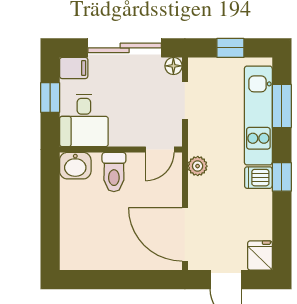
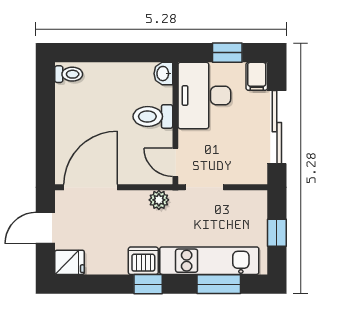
floor lamp: (173, 66) -> (259, 176), removed
doorway: (185, 101) -> (204, 187), moved
desk: (84, 120) -> (204, 96), width x1.37
washbasin: (75, 166) -> (163, 74), width x0.72, depth x0.69
dishwasher: (258, 178) -> (143, 261), width x1.38
toilet: (72, 256) -> (69, 74), added

